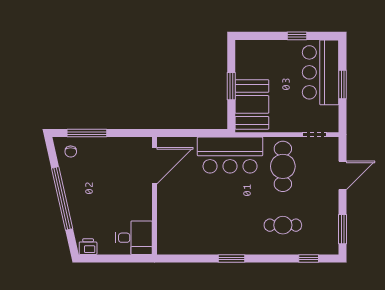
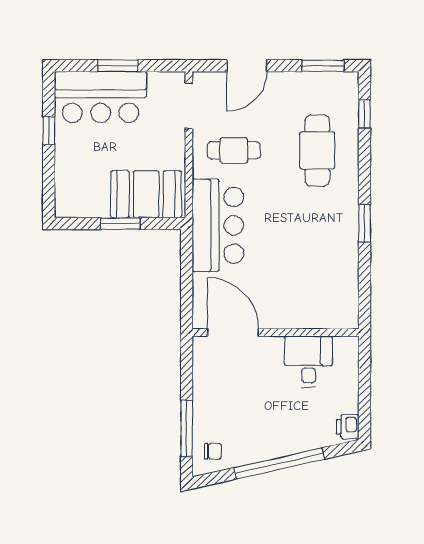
doorway: (314, 135) -> (189, 106), width x1.38
cafe table: (283, 166) -> (234, 150), width x0.73, depth x0.74
door: (343, 175) -> (247, 66), swing flipped
cafe table: (283, 225) -> (317, 150), width x1.37, depth x1.35
desk: (134, 238) -> (308, 362), moved

